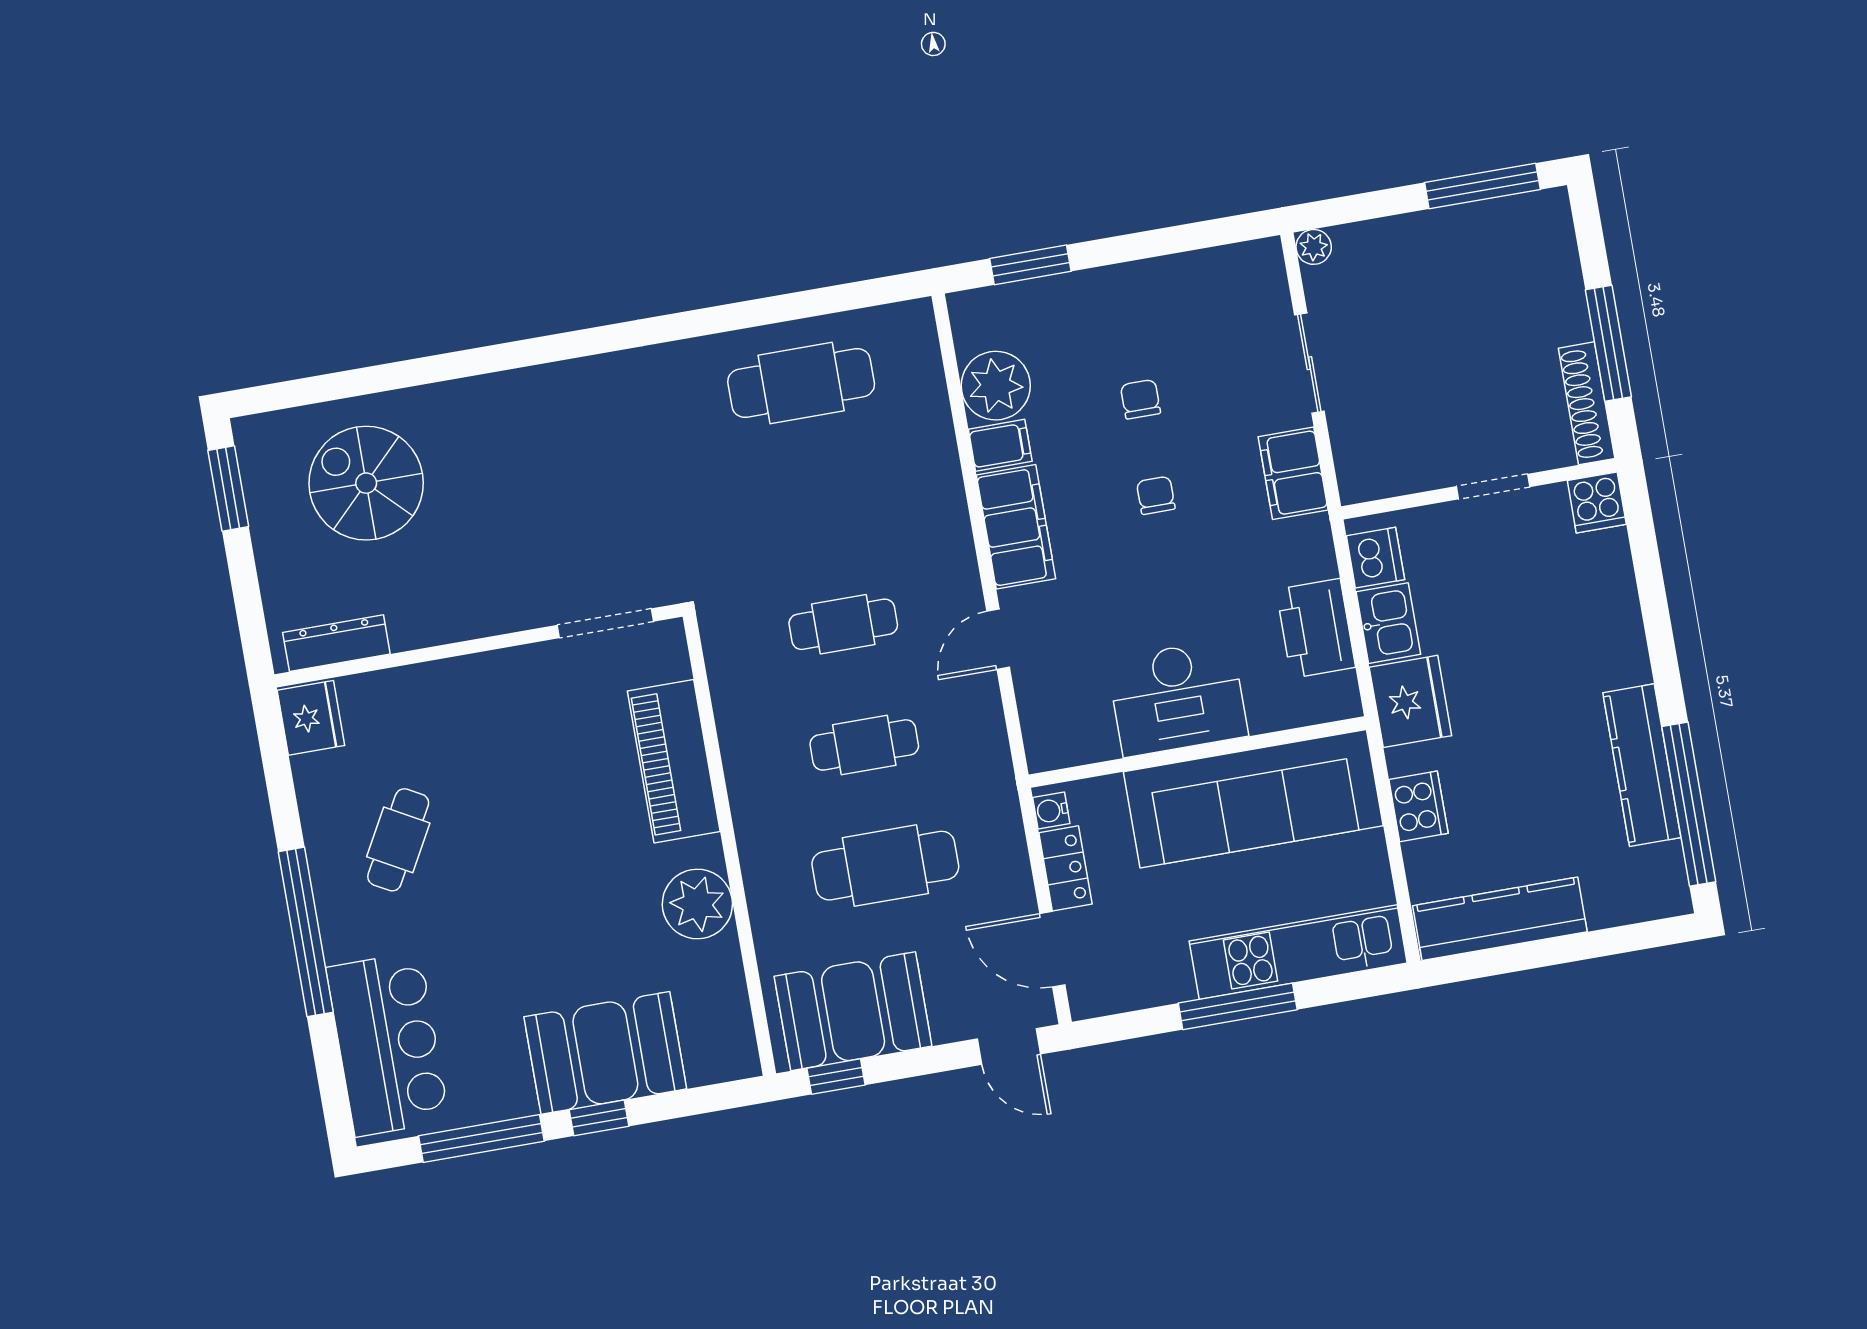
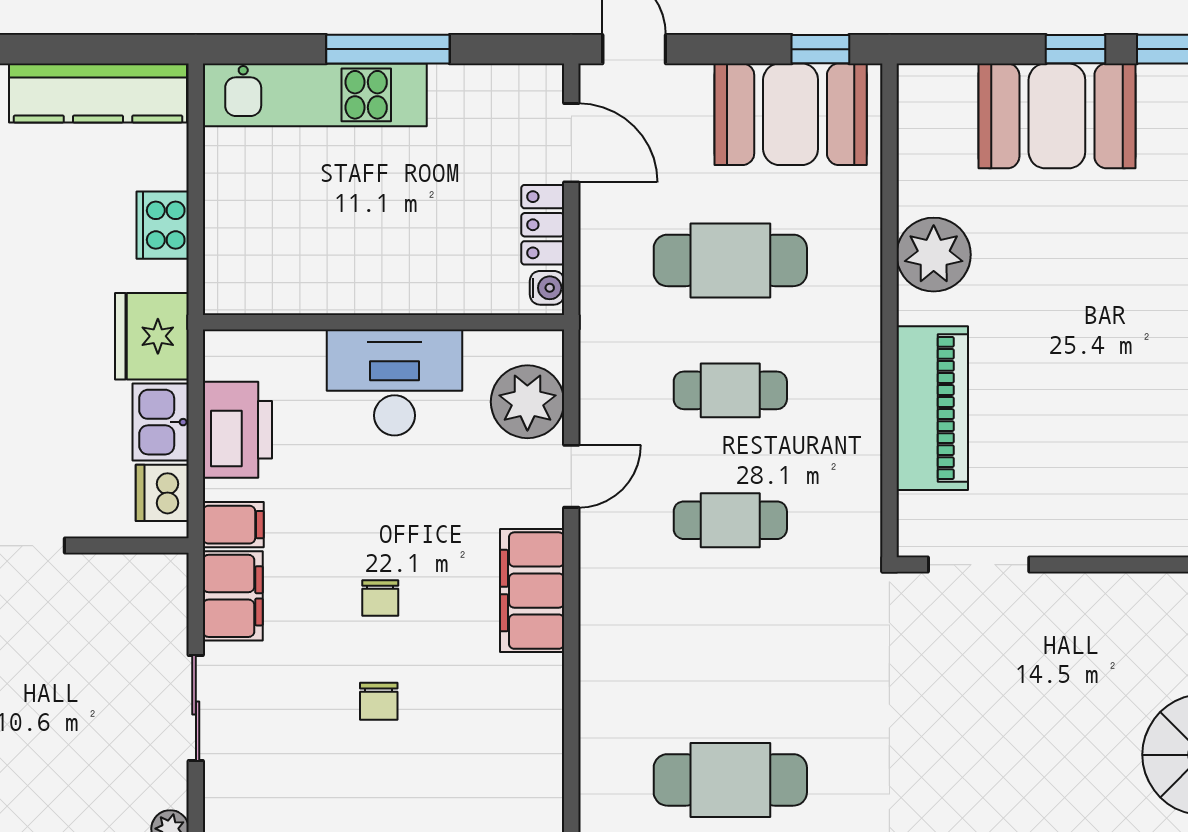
plant: (996, 386) -> (527, 402), moved
filing cabinet: (1000, 445) -> (233, 525), moved, turned 180
sofa: (1253, 799) -> (334, 263), removed

